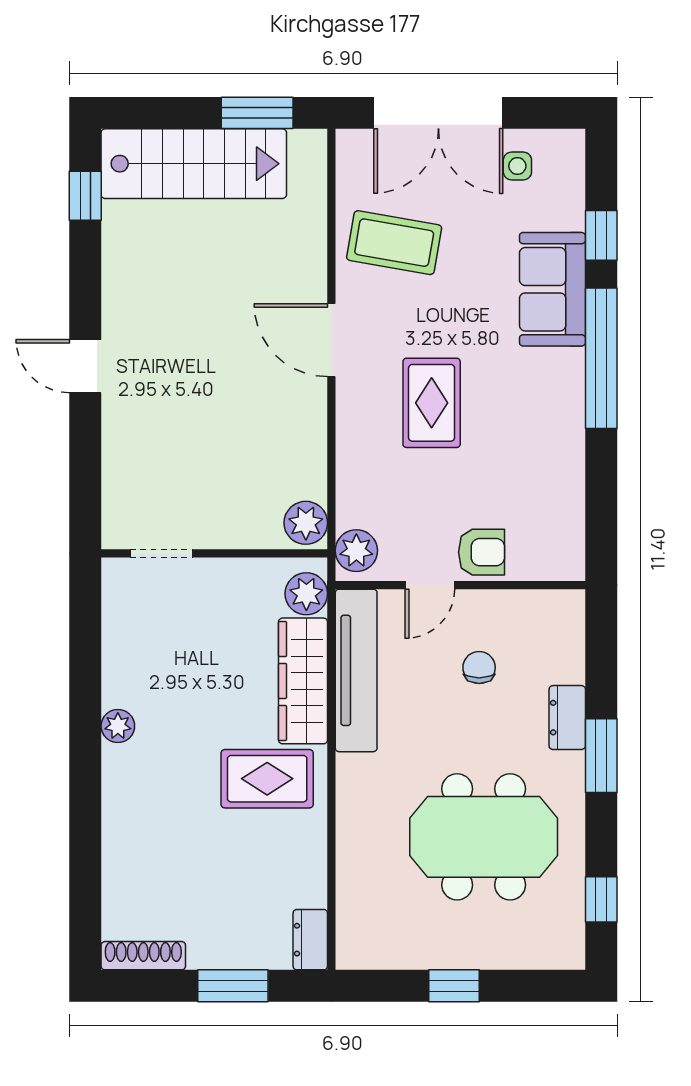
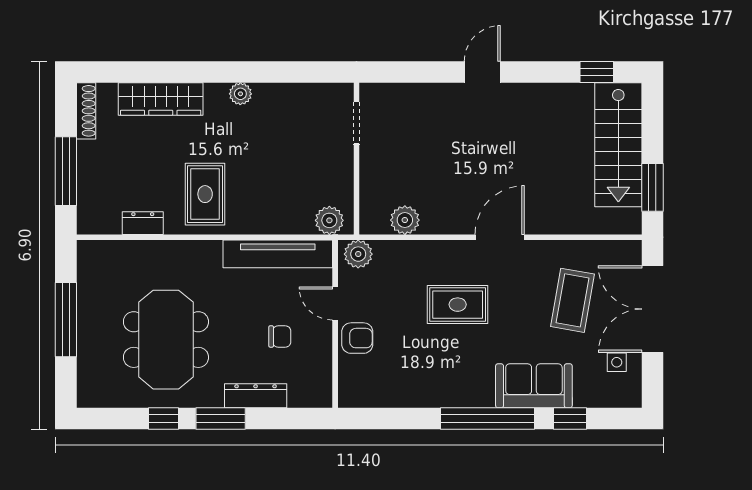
coffee table: (394, 243) -> (573, 300), moved
plant: (306, 523) -> (405, 220), moved
armchair: (481, 552) -> (357, 338), turned -90
wardrobe: (303, 681) -> (161, 99), moved, turned 180
dresser: (567, 718) -> (256, 396), width x1.44
window: (601, 899) -> (163, 419), moved
dresser: (310, 940) -> (143, 223), moved
window: (233, 986) -> (66, 171), width x1.44
window: (454, 986) -> (66, 320), width x2.17

